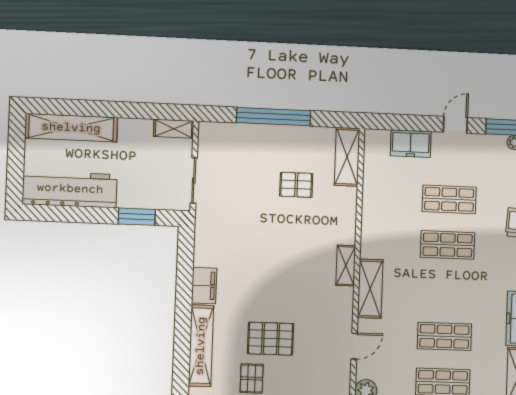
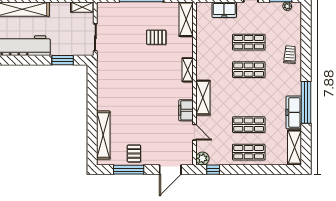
shelving: (346, 266) -> (188, 70), moved
filing cabinet: (204, 286) -> (186, 110), moved, turned 180
pallet: (270, 339) -> (144, 129), removed
door: (354, 346) -> (194, 132), hinge flipped

